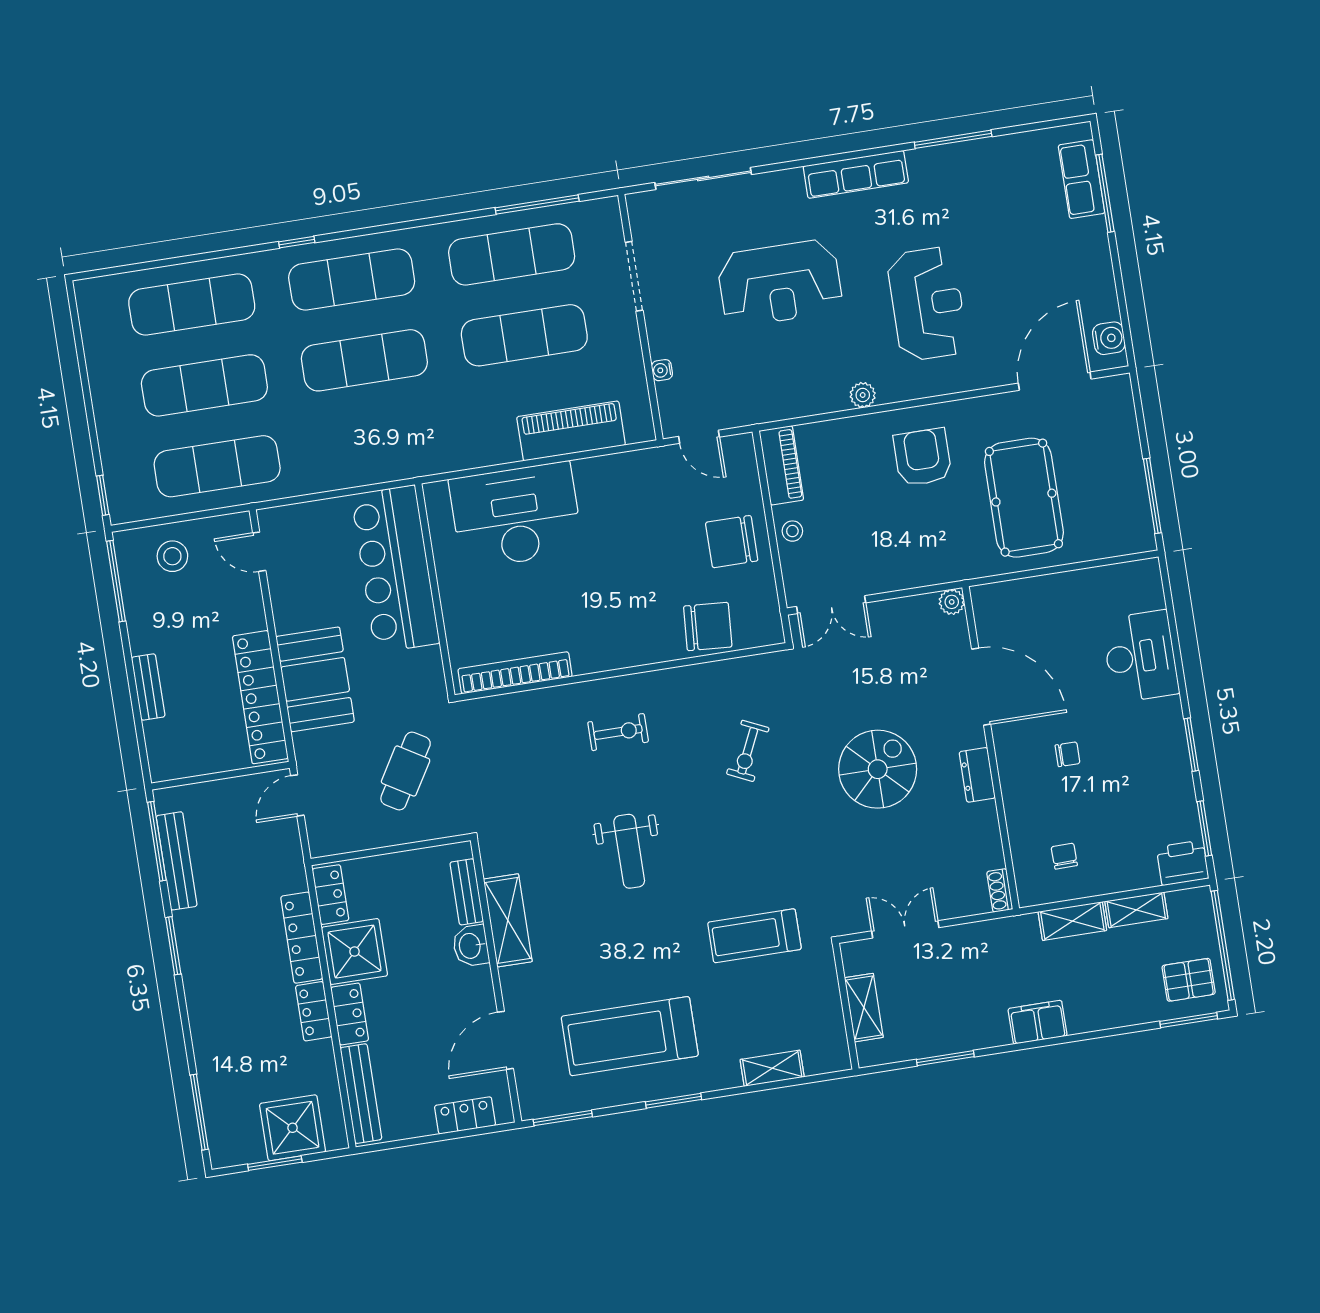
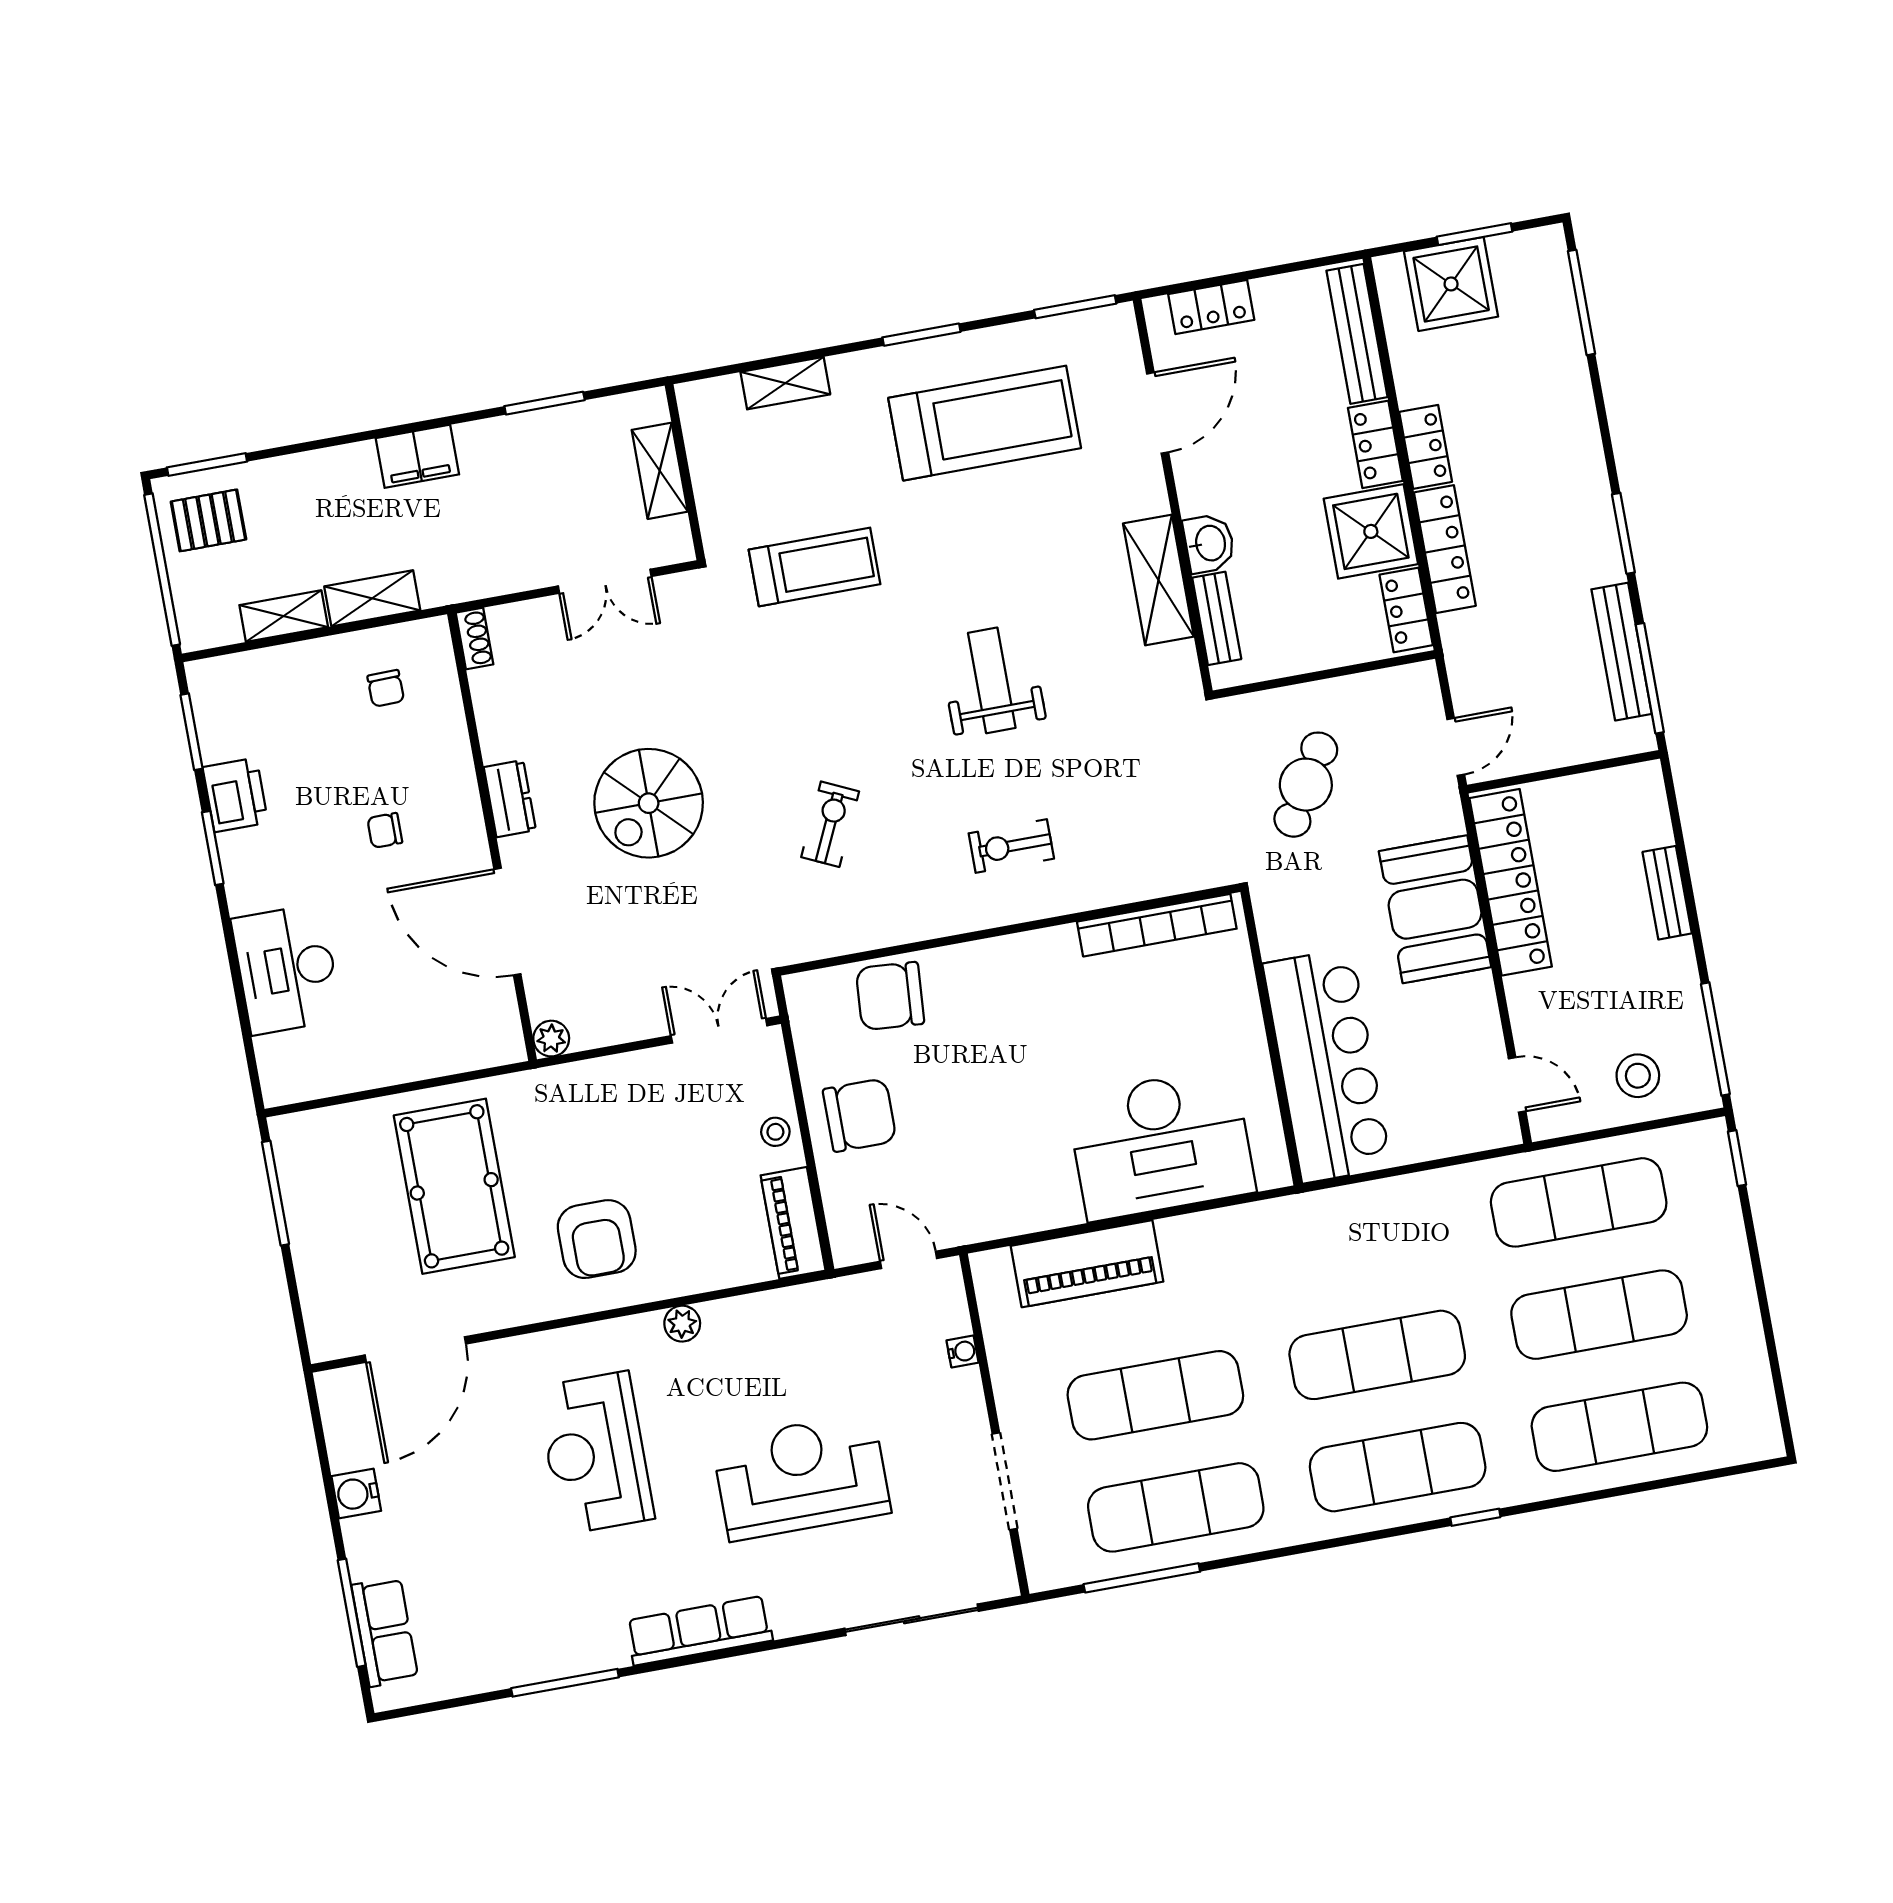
water cooler: (1109, 338) -> (356, 1493), moved
printer: (1183, 863) -> (235, 795), moved, turned -90

